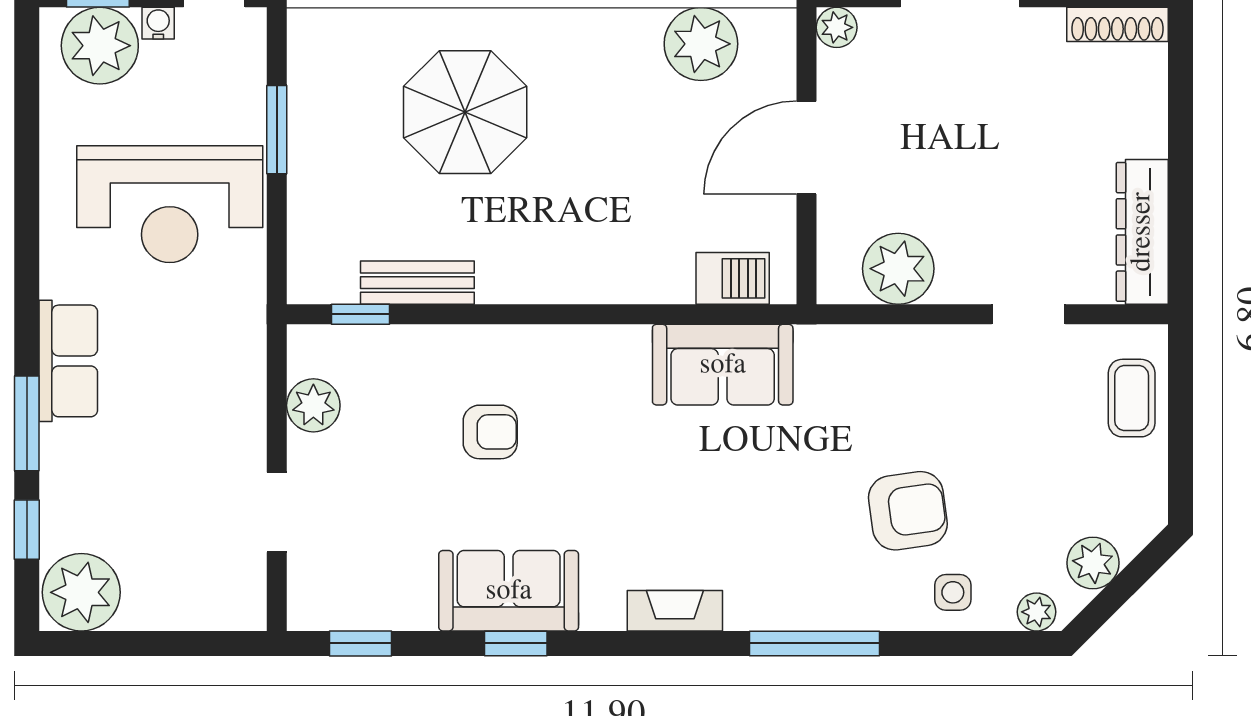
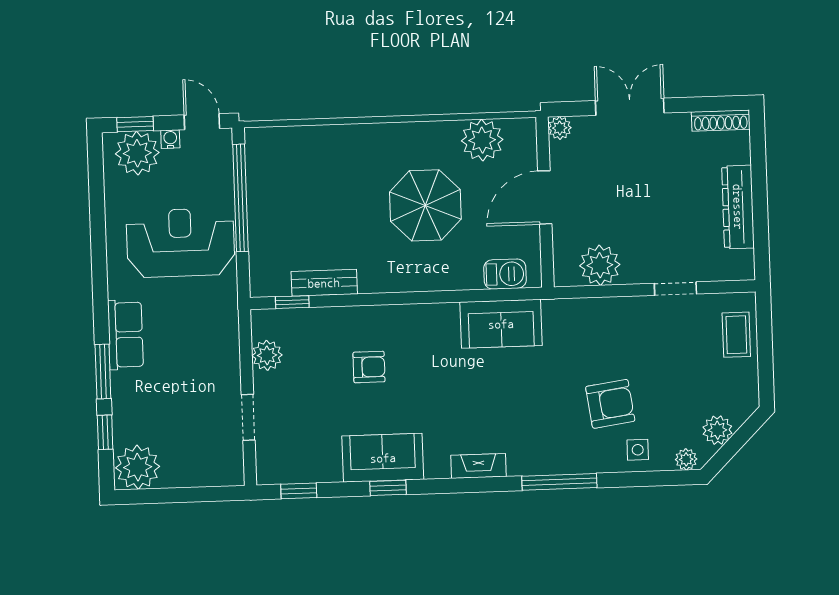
parasol: (465, 112) -> (425, 205), moved
window: (277, 130) -> (240, 198), width x2.11
reception desk: (170, 204) -> (180, 243), turned 180
dresser: (1142, 232) -> (738, 207), moved

